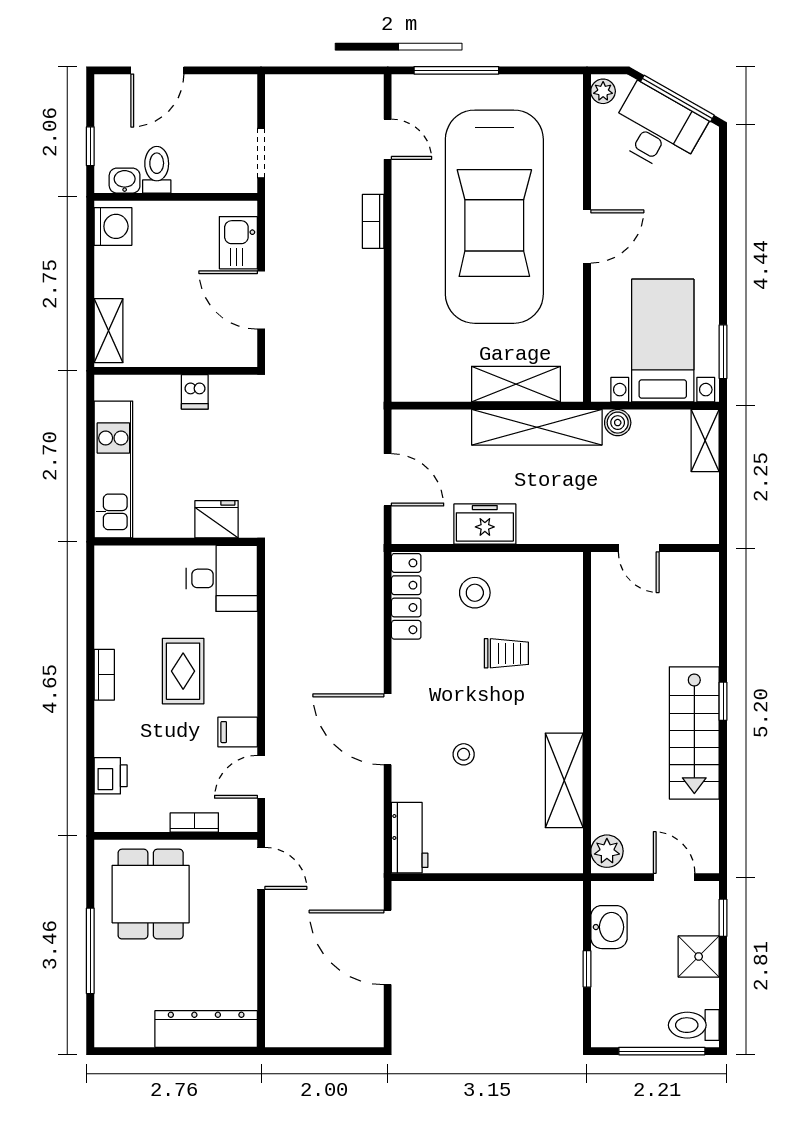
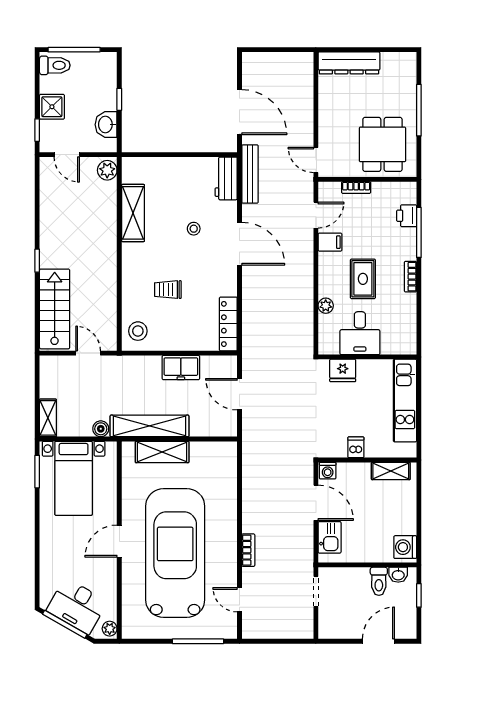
shelving: (108, 331) -> (391, 471), moved, turned 90
washing machine: (242, 353) -> (328, 471), added
desk: (222, 578) -> (360, 333), moved, turned -90
stool: (475, 593) -> (138, 331), moved
plant: (245, 627) -> (326, 306), added
stairs: (694, 733) -> (55, 309), moved
window: (90, 748) -> (419, 232), added
bench: (370, 845) -> (250, 174), added

